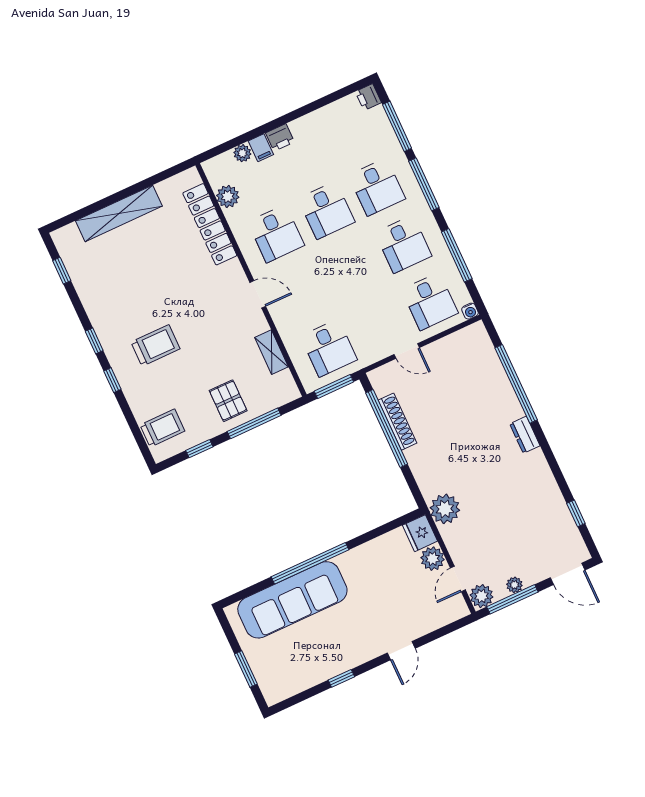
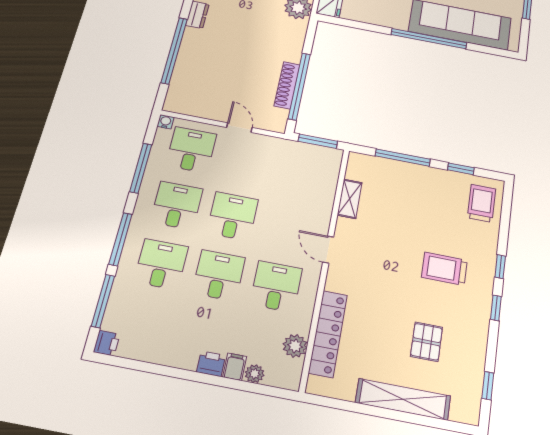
desk: (329, 348) -> (233, 216), moved
pallet: (228, 401) -> (426, 342), moved
trolley: (162, 428) -> (482, 203), turned 90

